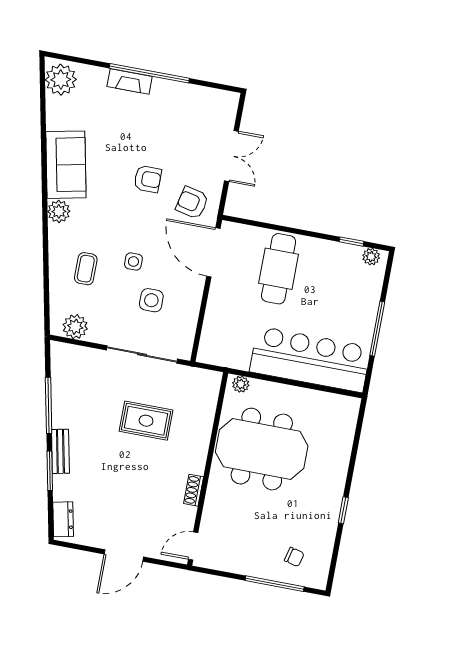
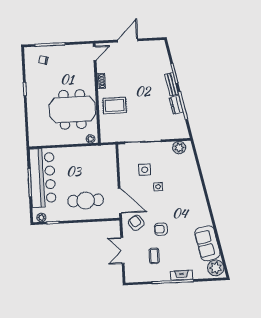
sofa: (66, 165) -> (207, 243), moved
armchair: (192, 203) -> (136, 223), turned -138
plant: (59, 211) -> (201, 203), removed
coffee table: (86, 269) -> (154, 256), moved
cafe table: (279, 269) -> (86, 200), turned 90
bar counter: (310, 359) -> (43, 178), moved, turned -90
rug: (146, 421) -> (115, 105), moved
dresser: (63, 519) -> (176, 105), moved

